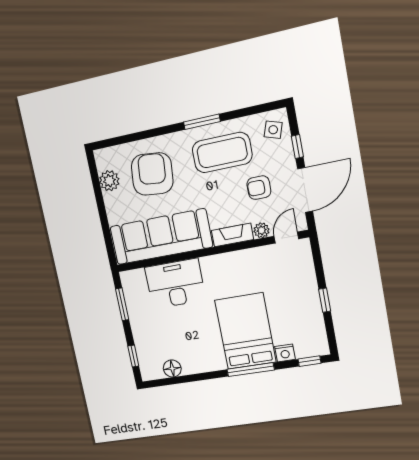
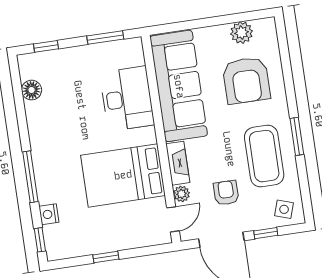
armchair: (152, 174) -> (246, 80), turned 84
door: (286, 238) -> (173, 219), hinge flipped
bed: (245, 331) -> (123, 175), moved, turned 180

